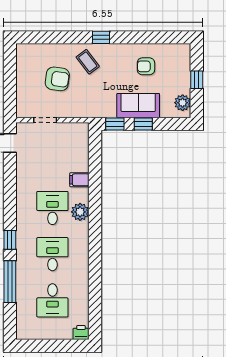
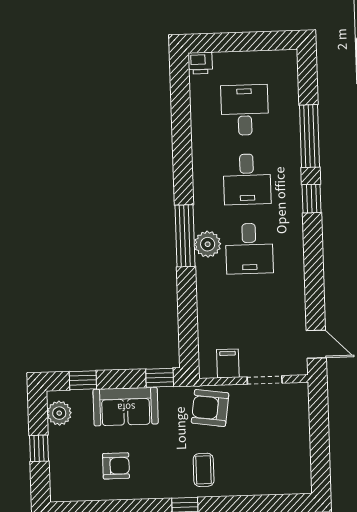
coffee table: (88, 62) -> (204, 470), turned 37
armchair: (57, 79) -> (210, 408), moved
window: (143, 124) -> (83, 380), moved
filing cabinet: (79, 180) -> (228, 363), moved, turned -90
window: (95, 218) -> (185, 236), added

